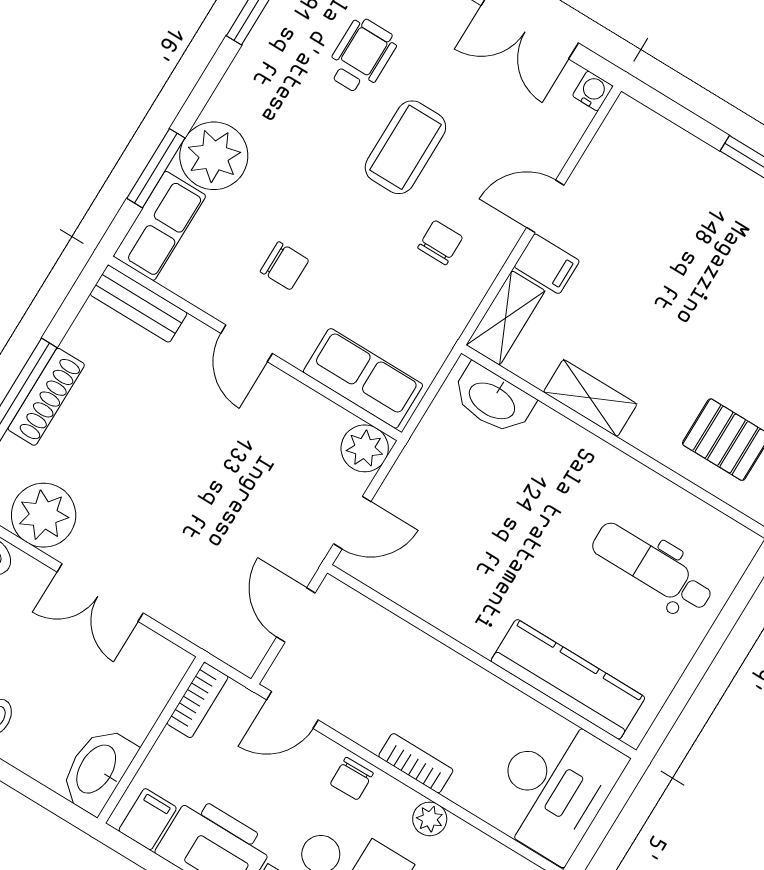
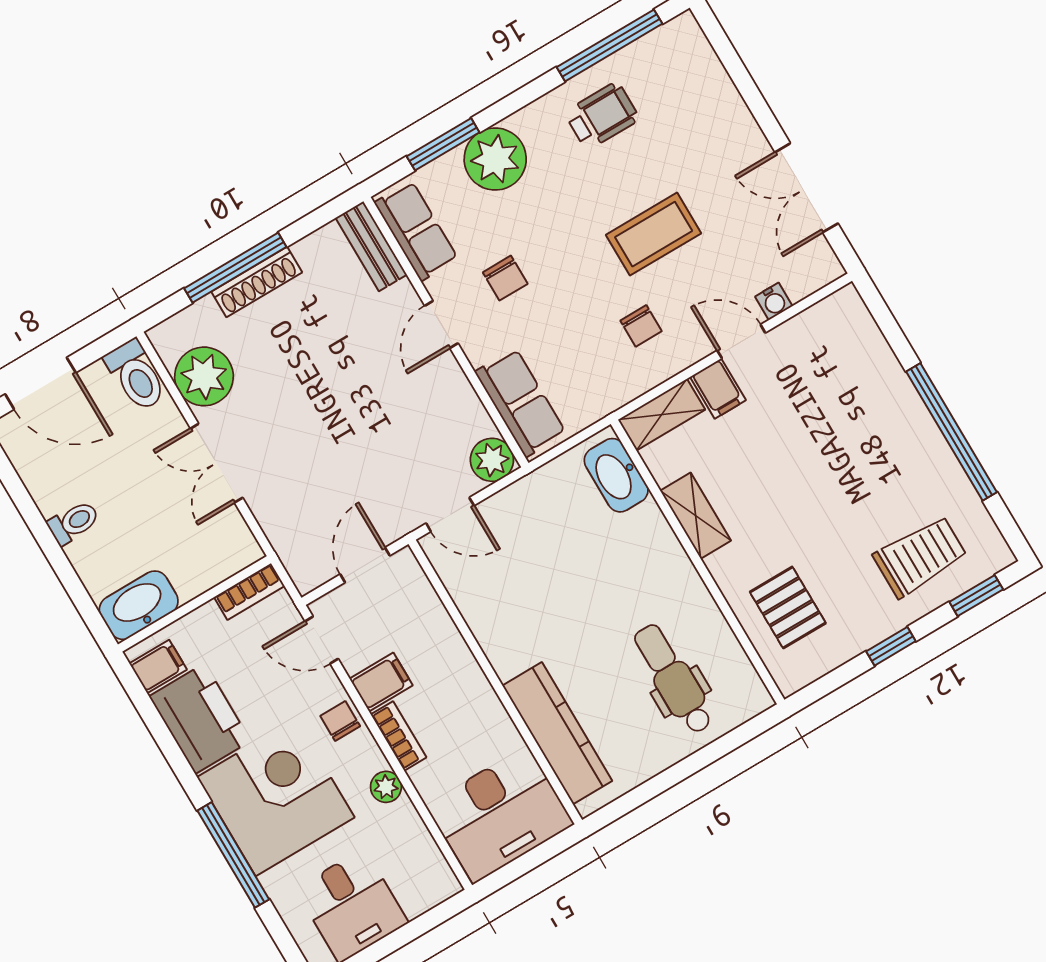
wheelchair: (361, 56) -> (602, 116), moved
water cooler: (593, 91) -> (774, 301), moved, turned 90
row of seats: (160, 226) -> (416, 231), moved, turned -90
chair: (440, 242) -> (641, 326), turned 90
filing cabinet: (371, 720) -> (381, 682), added
chair: (352, 779) -> (340, 721), turned 91

